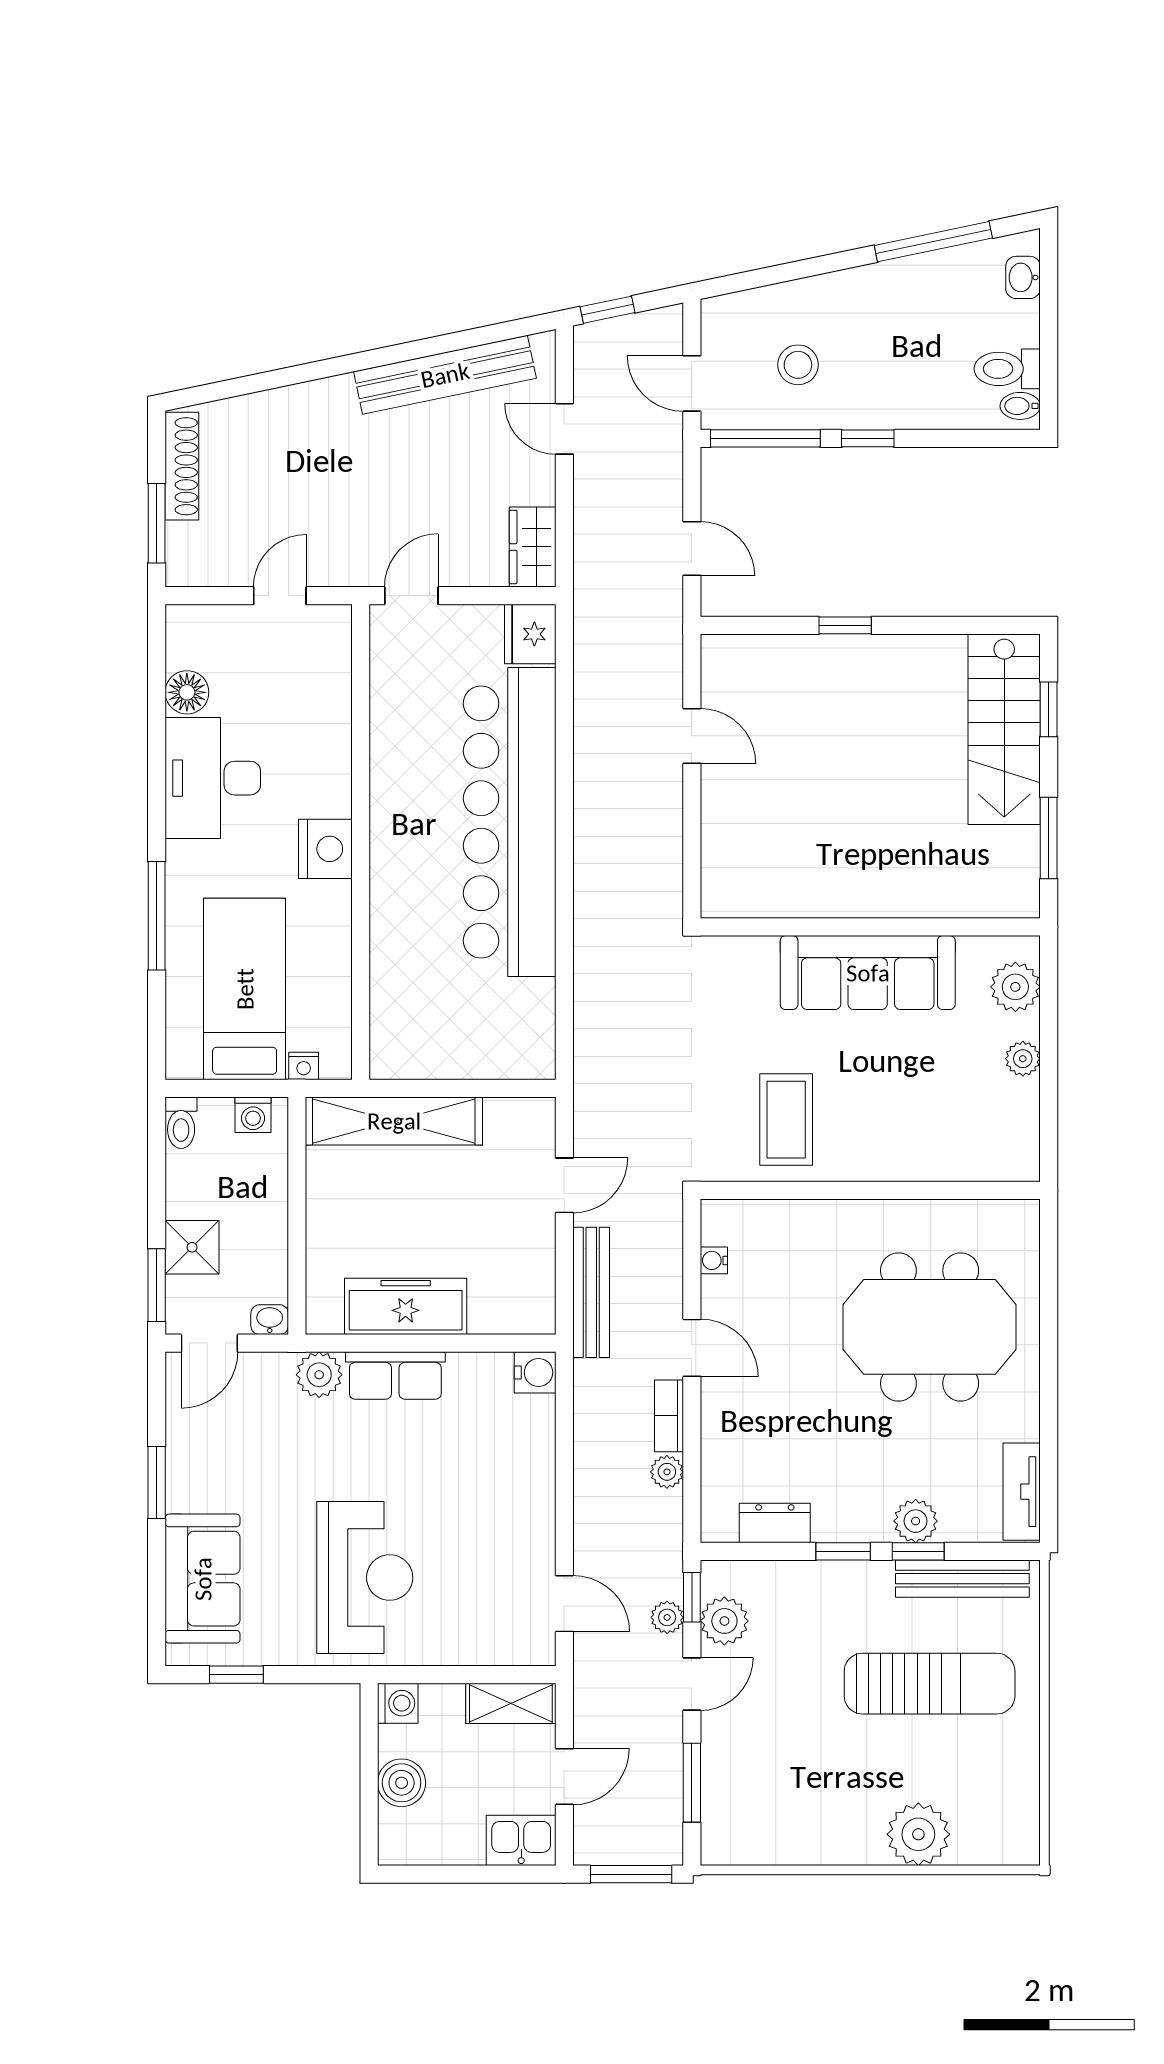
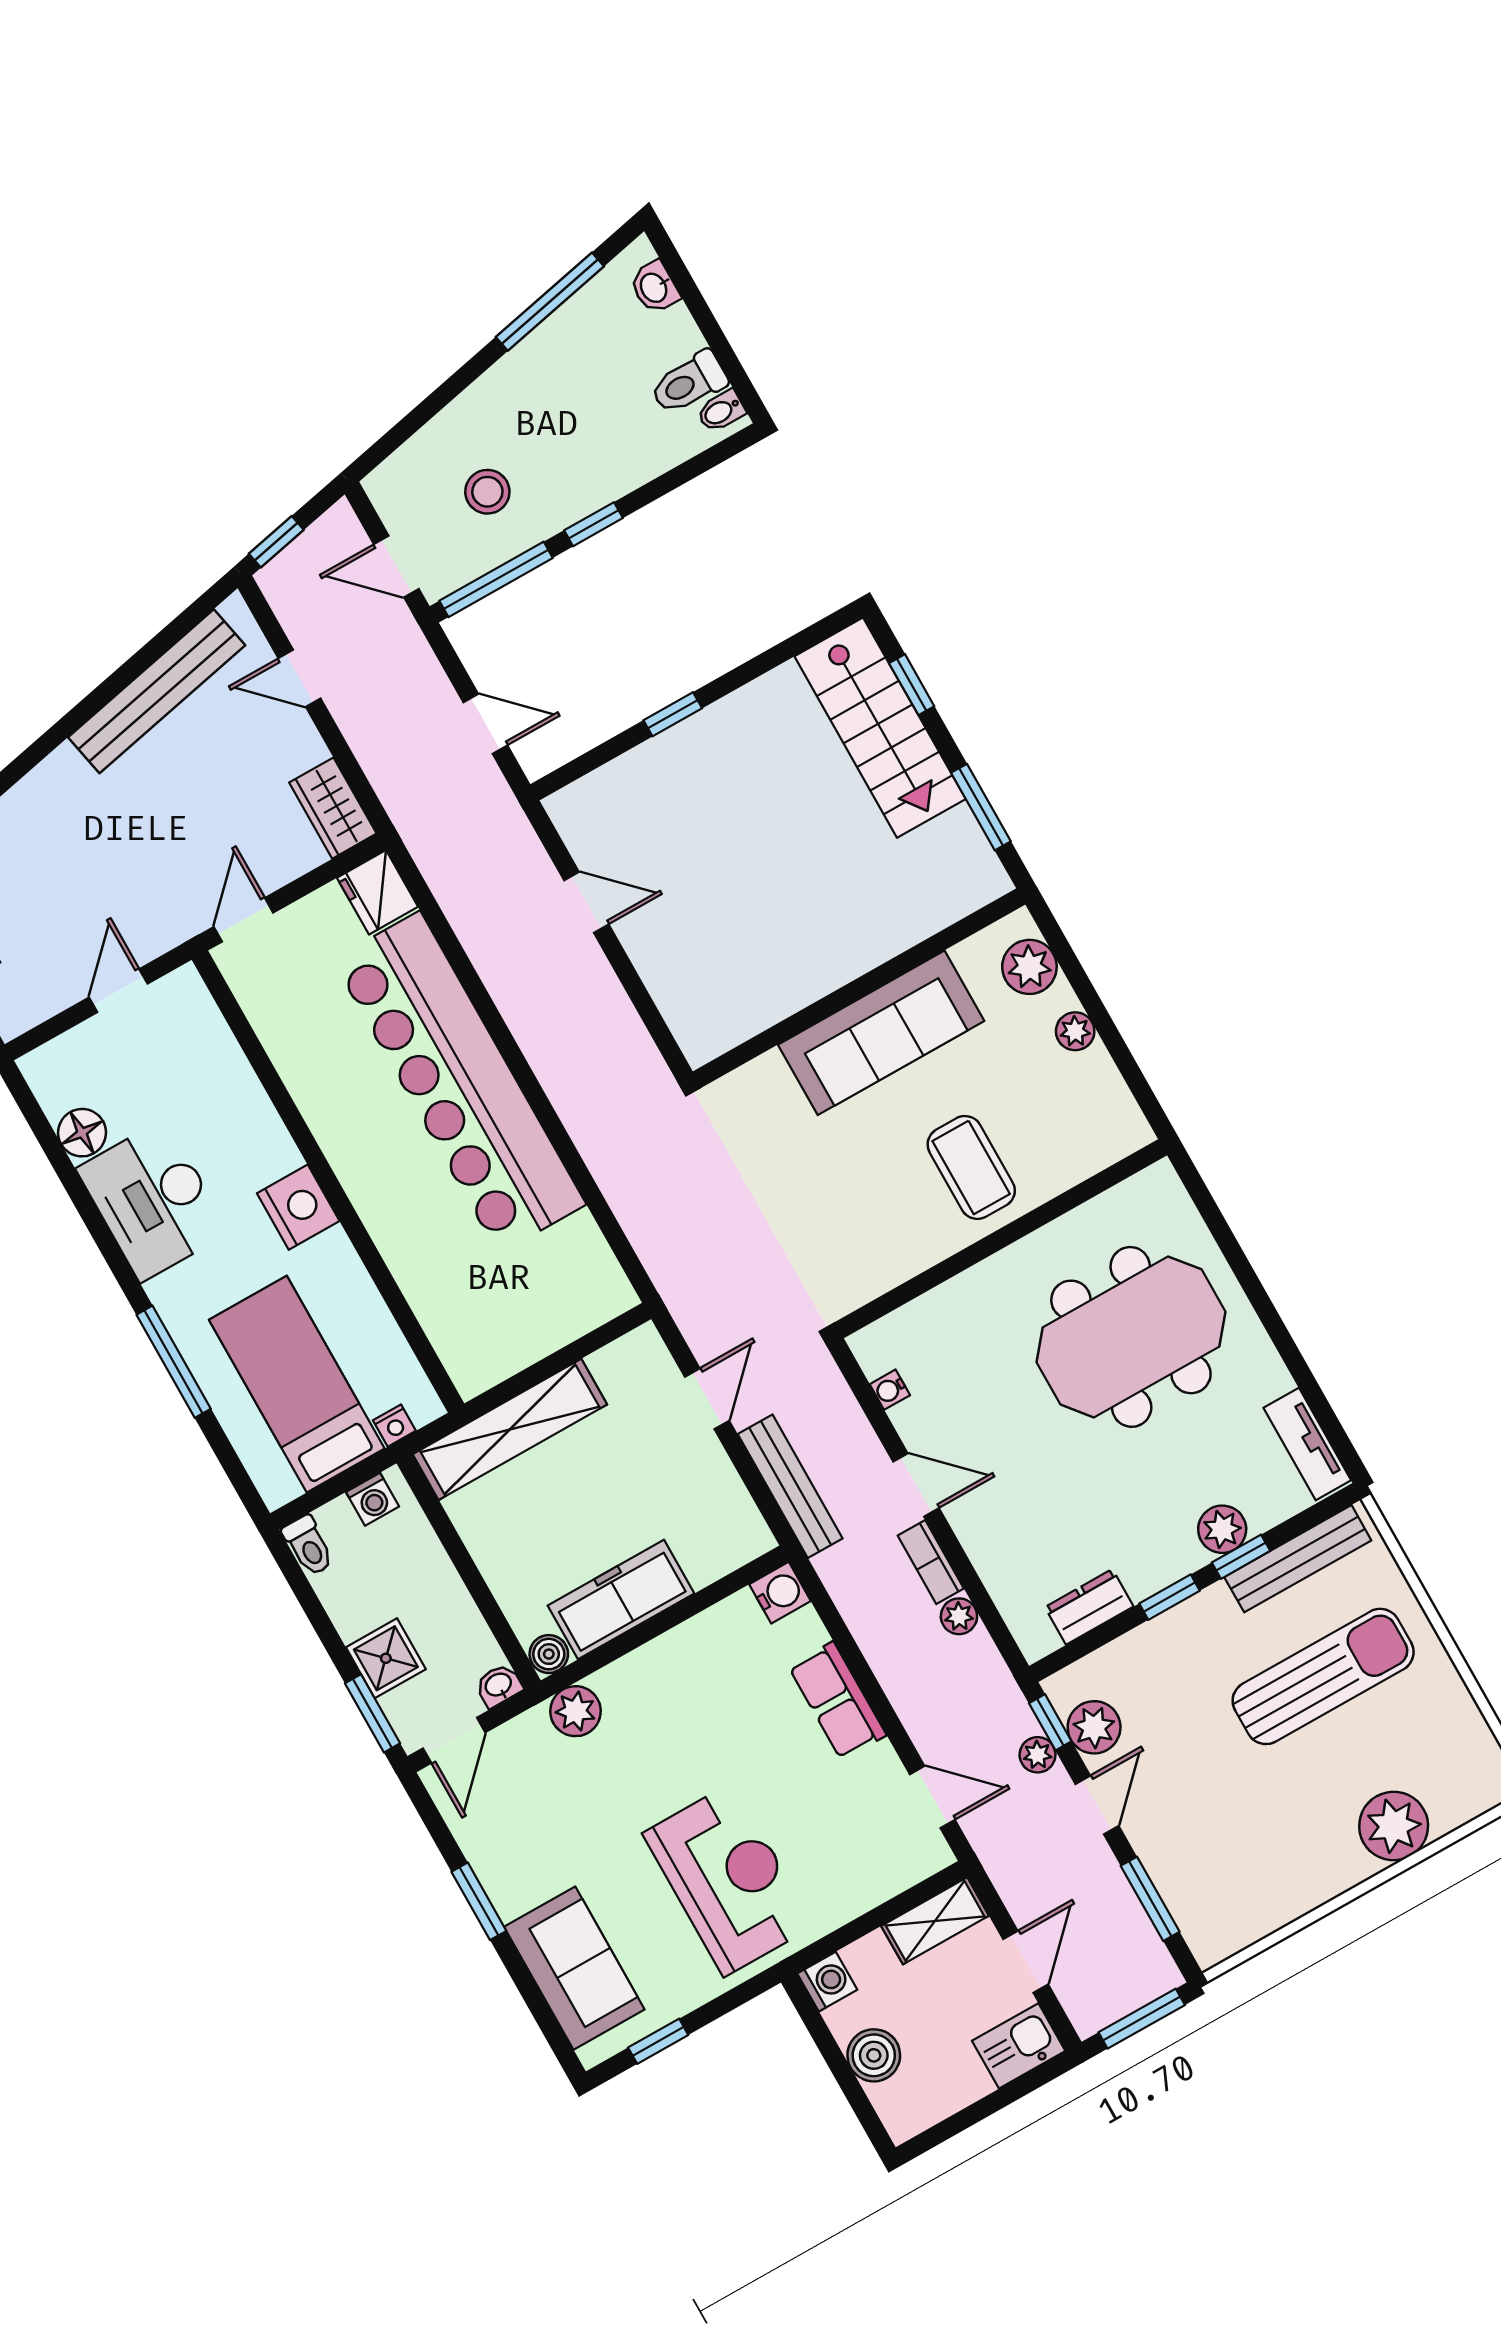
coffee table: (786, 1120) -> (971, 1167), moved
boiler: (324, 1317) -> (549, 1654), added
row of seats: (395, 1376) -> (837, 1701), moved, turned 90

